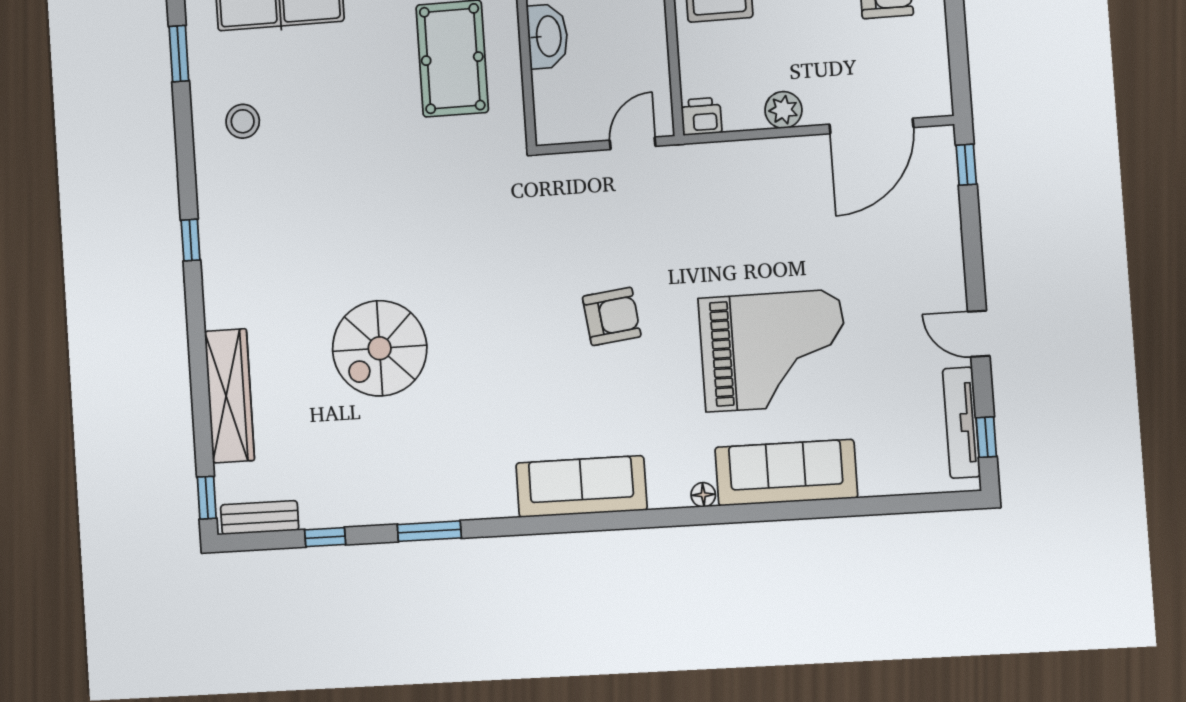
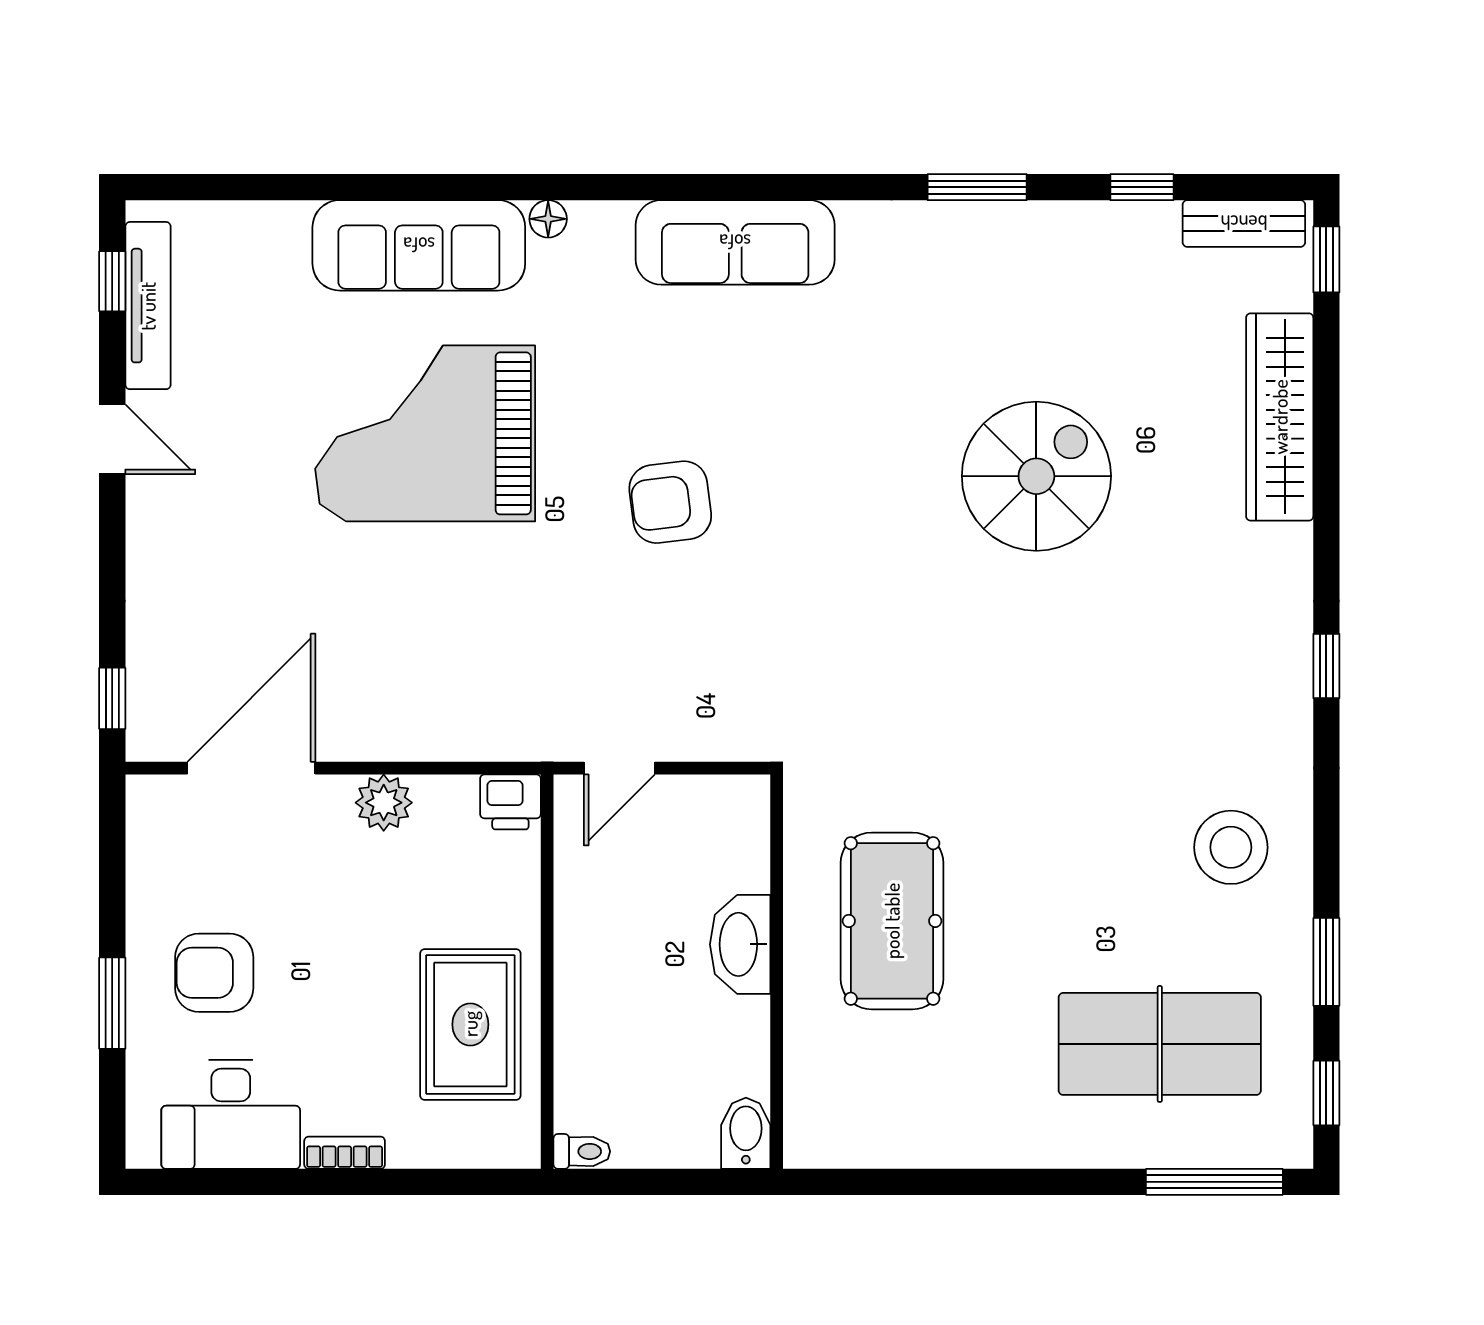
stool: (243, 121) -> (1231, 847), width x1.38, depth x1.38

